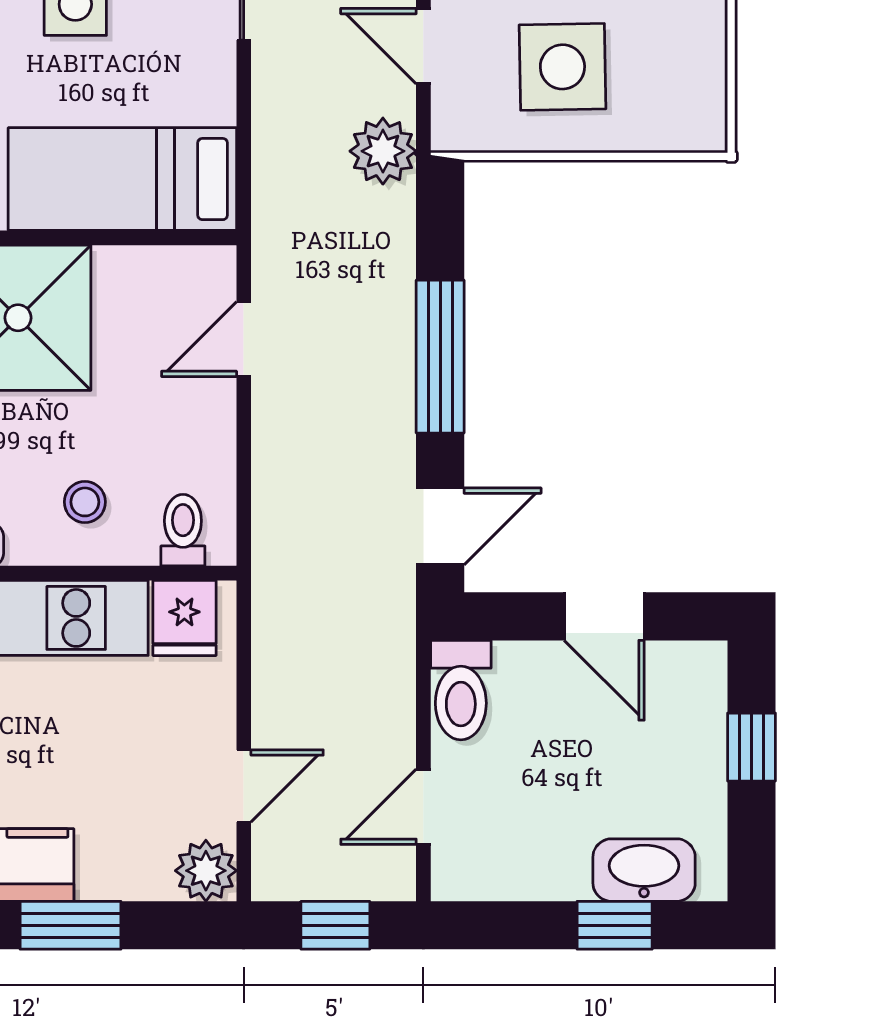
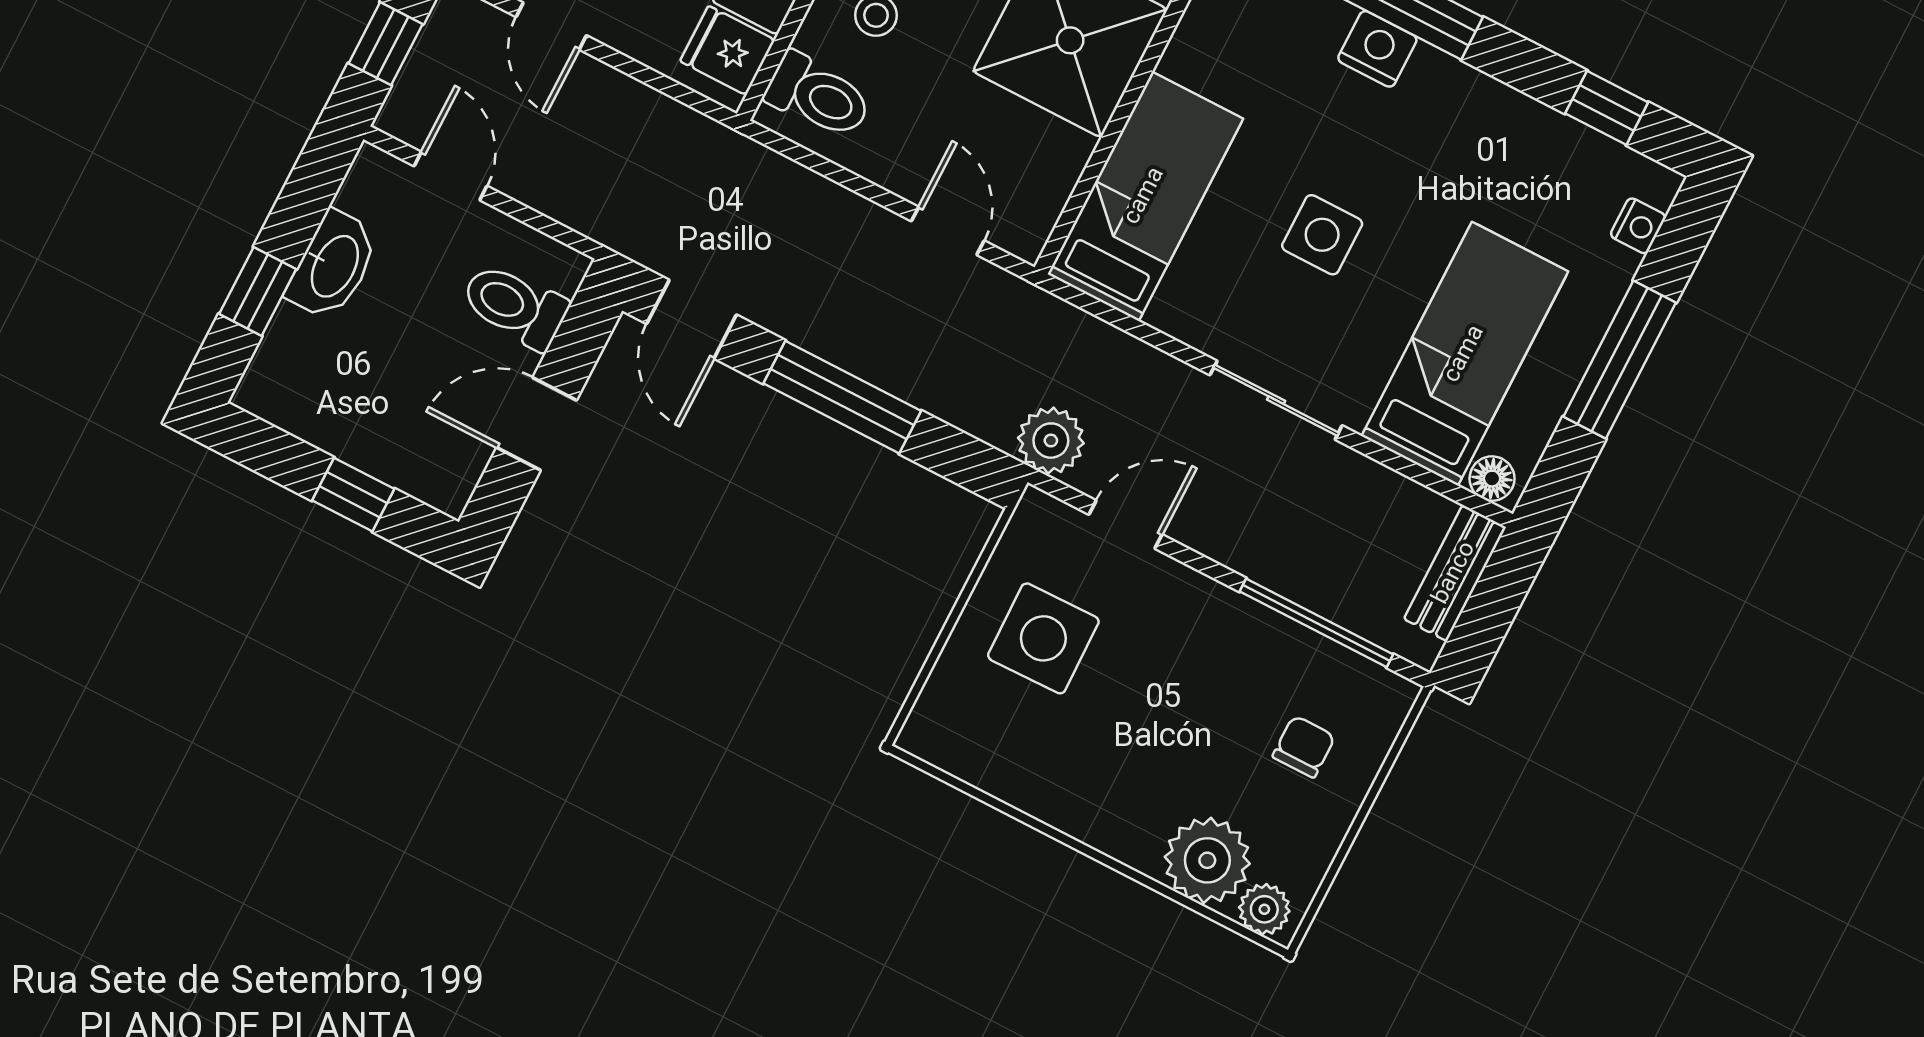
toilet: (183, 530) -> (818, 96), width x1.37, depth x1.39
toilet: (461, 690) -> (515, 306), moved
washbasin: (644, 870) -> (333, 265), moved

